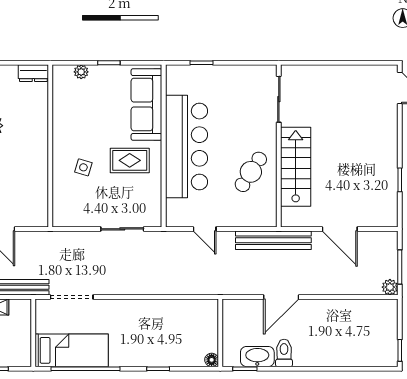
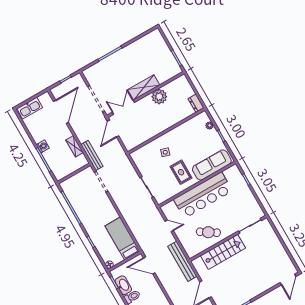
door: (205, 229) -> (169, 226), swing flipped
door: (281, 297) -> (149, 265), moved
bed: (72, 350) -> (122, 239), moved, turned 180

